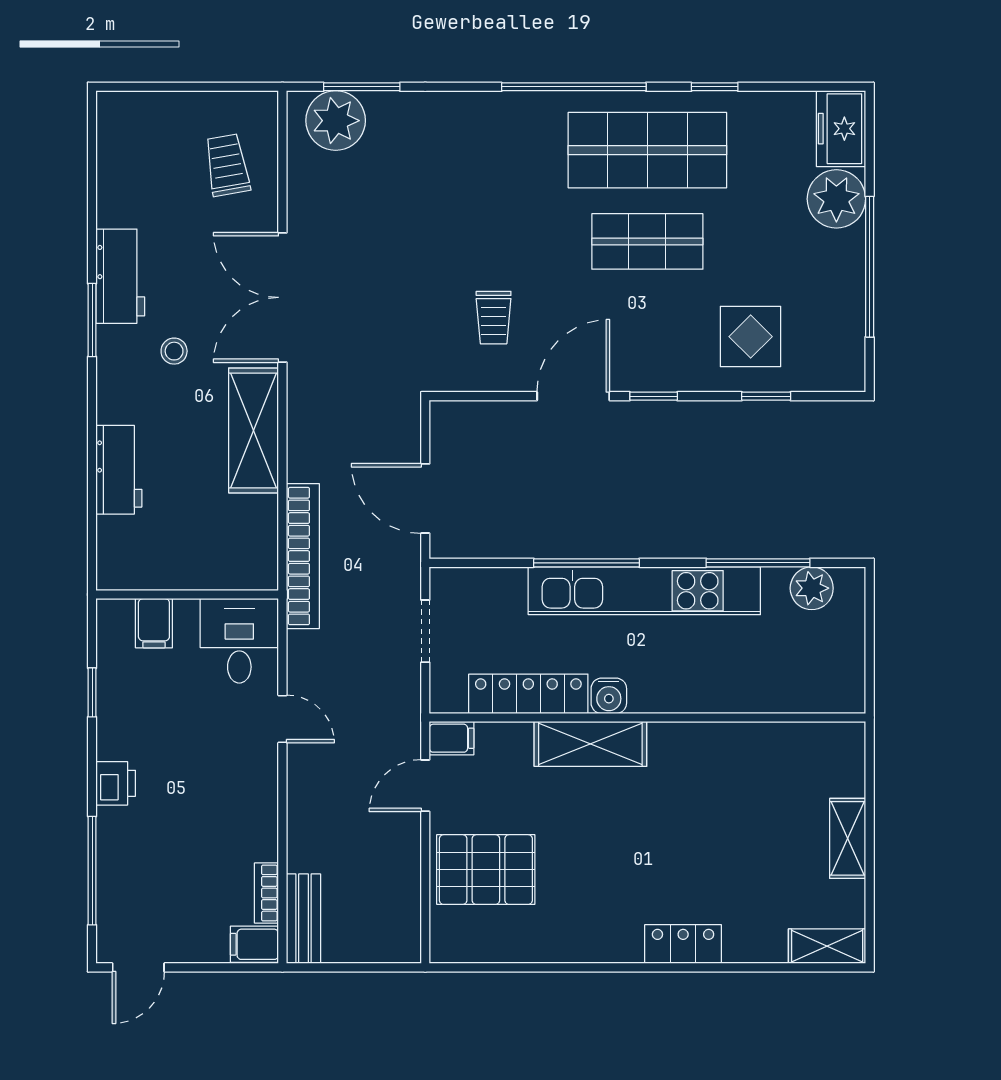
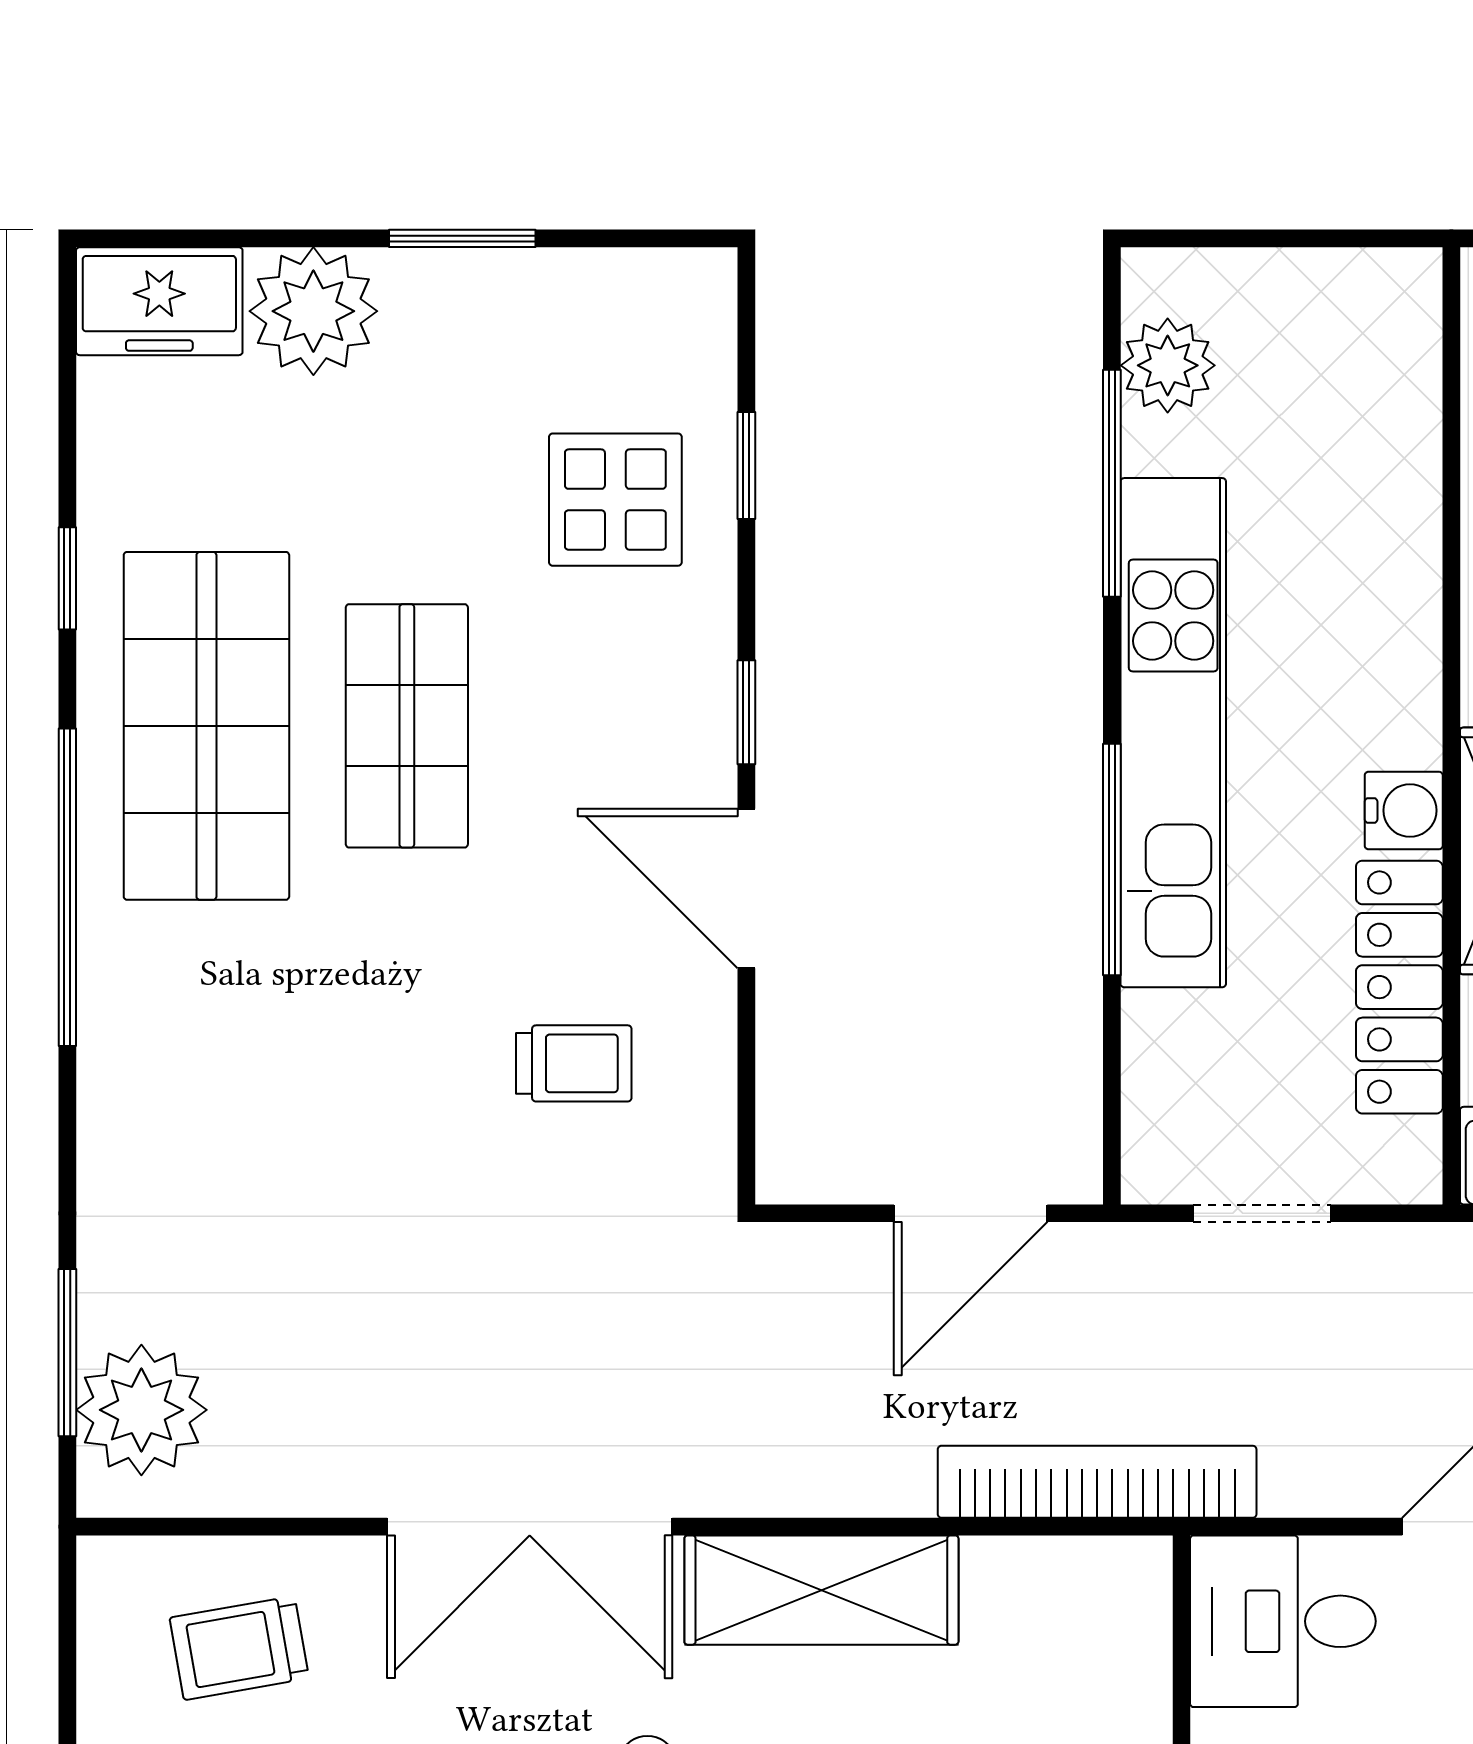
window: (870, 267) -> (462, 238), width x0.47

